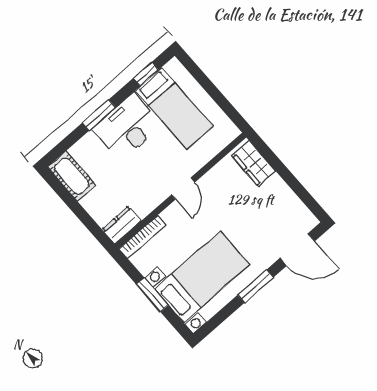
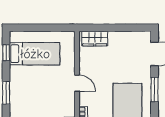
desk: (127, 127) -> (24, 84), removed

